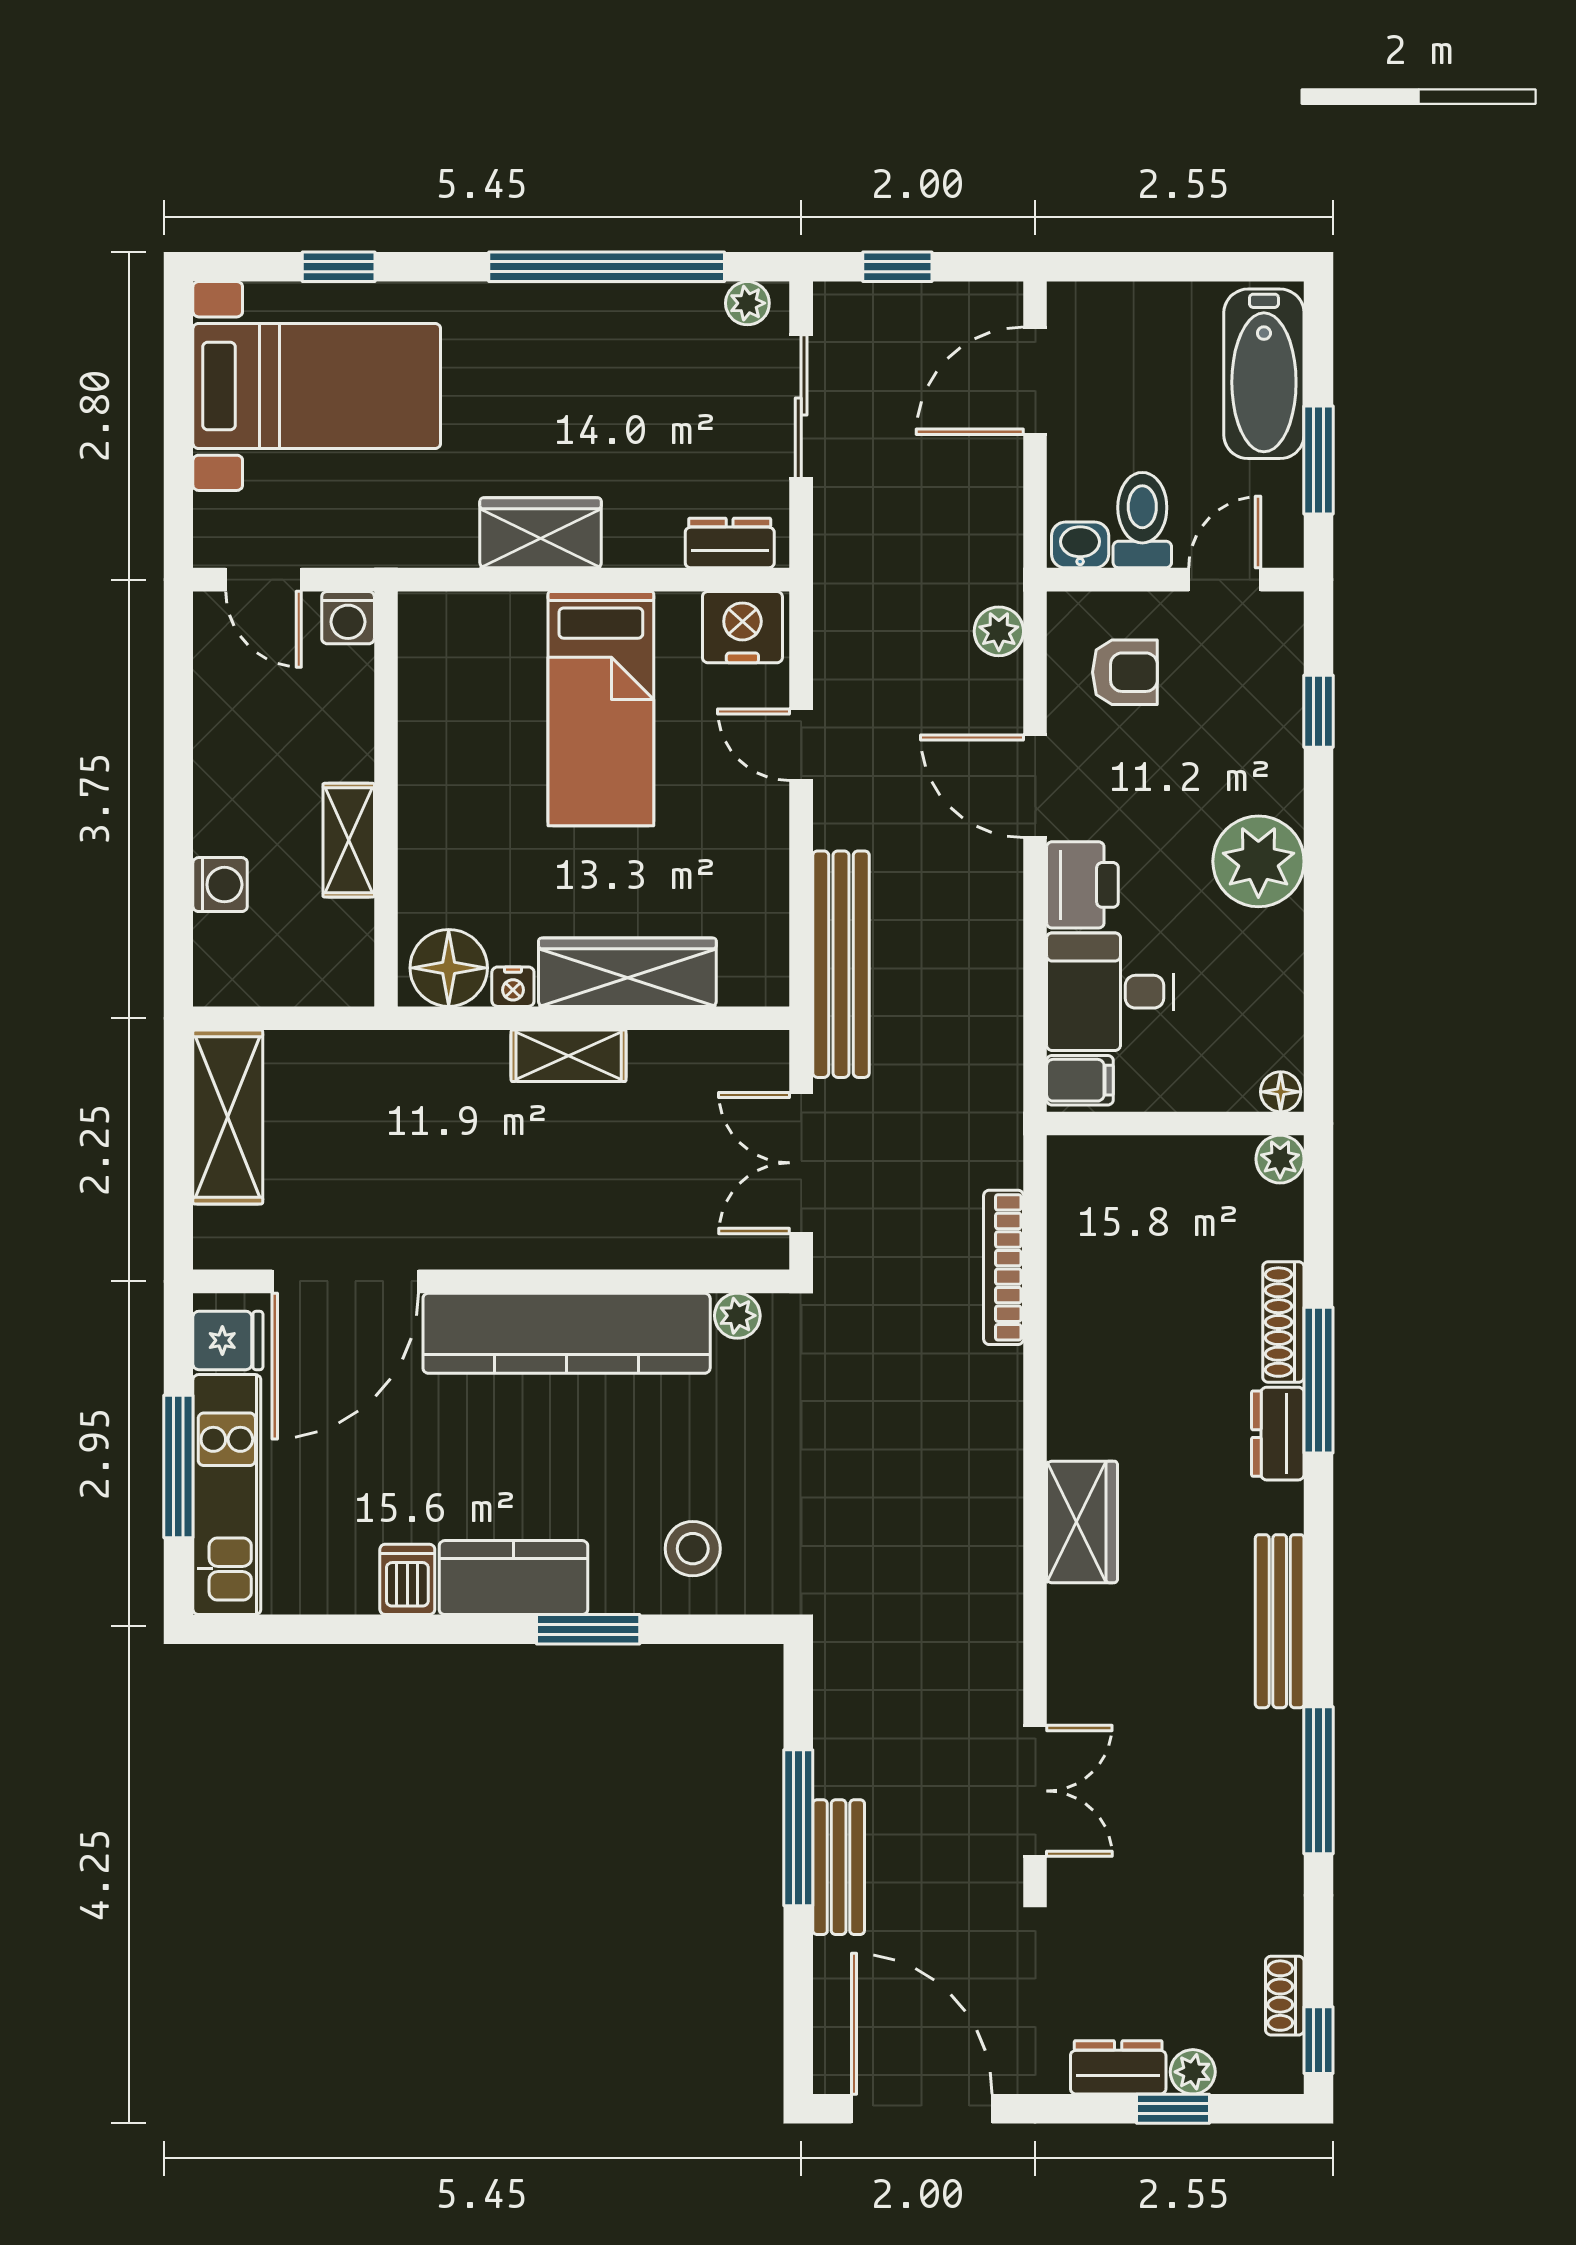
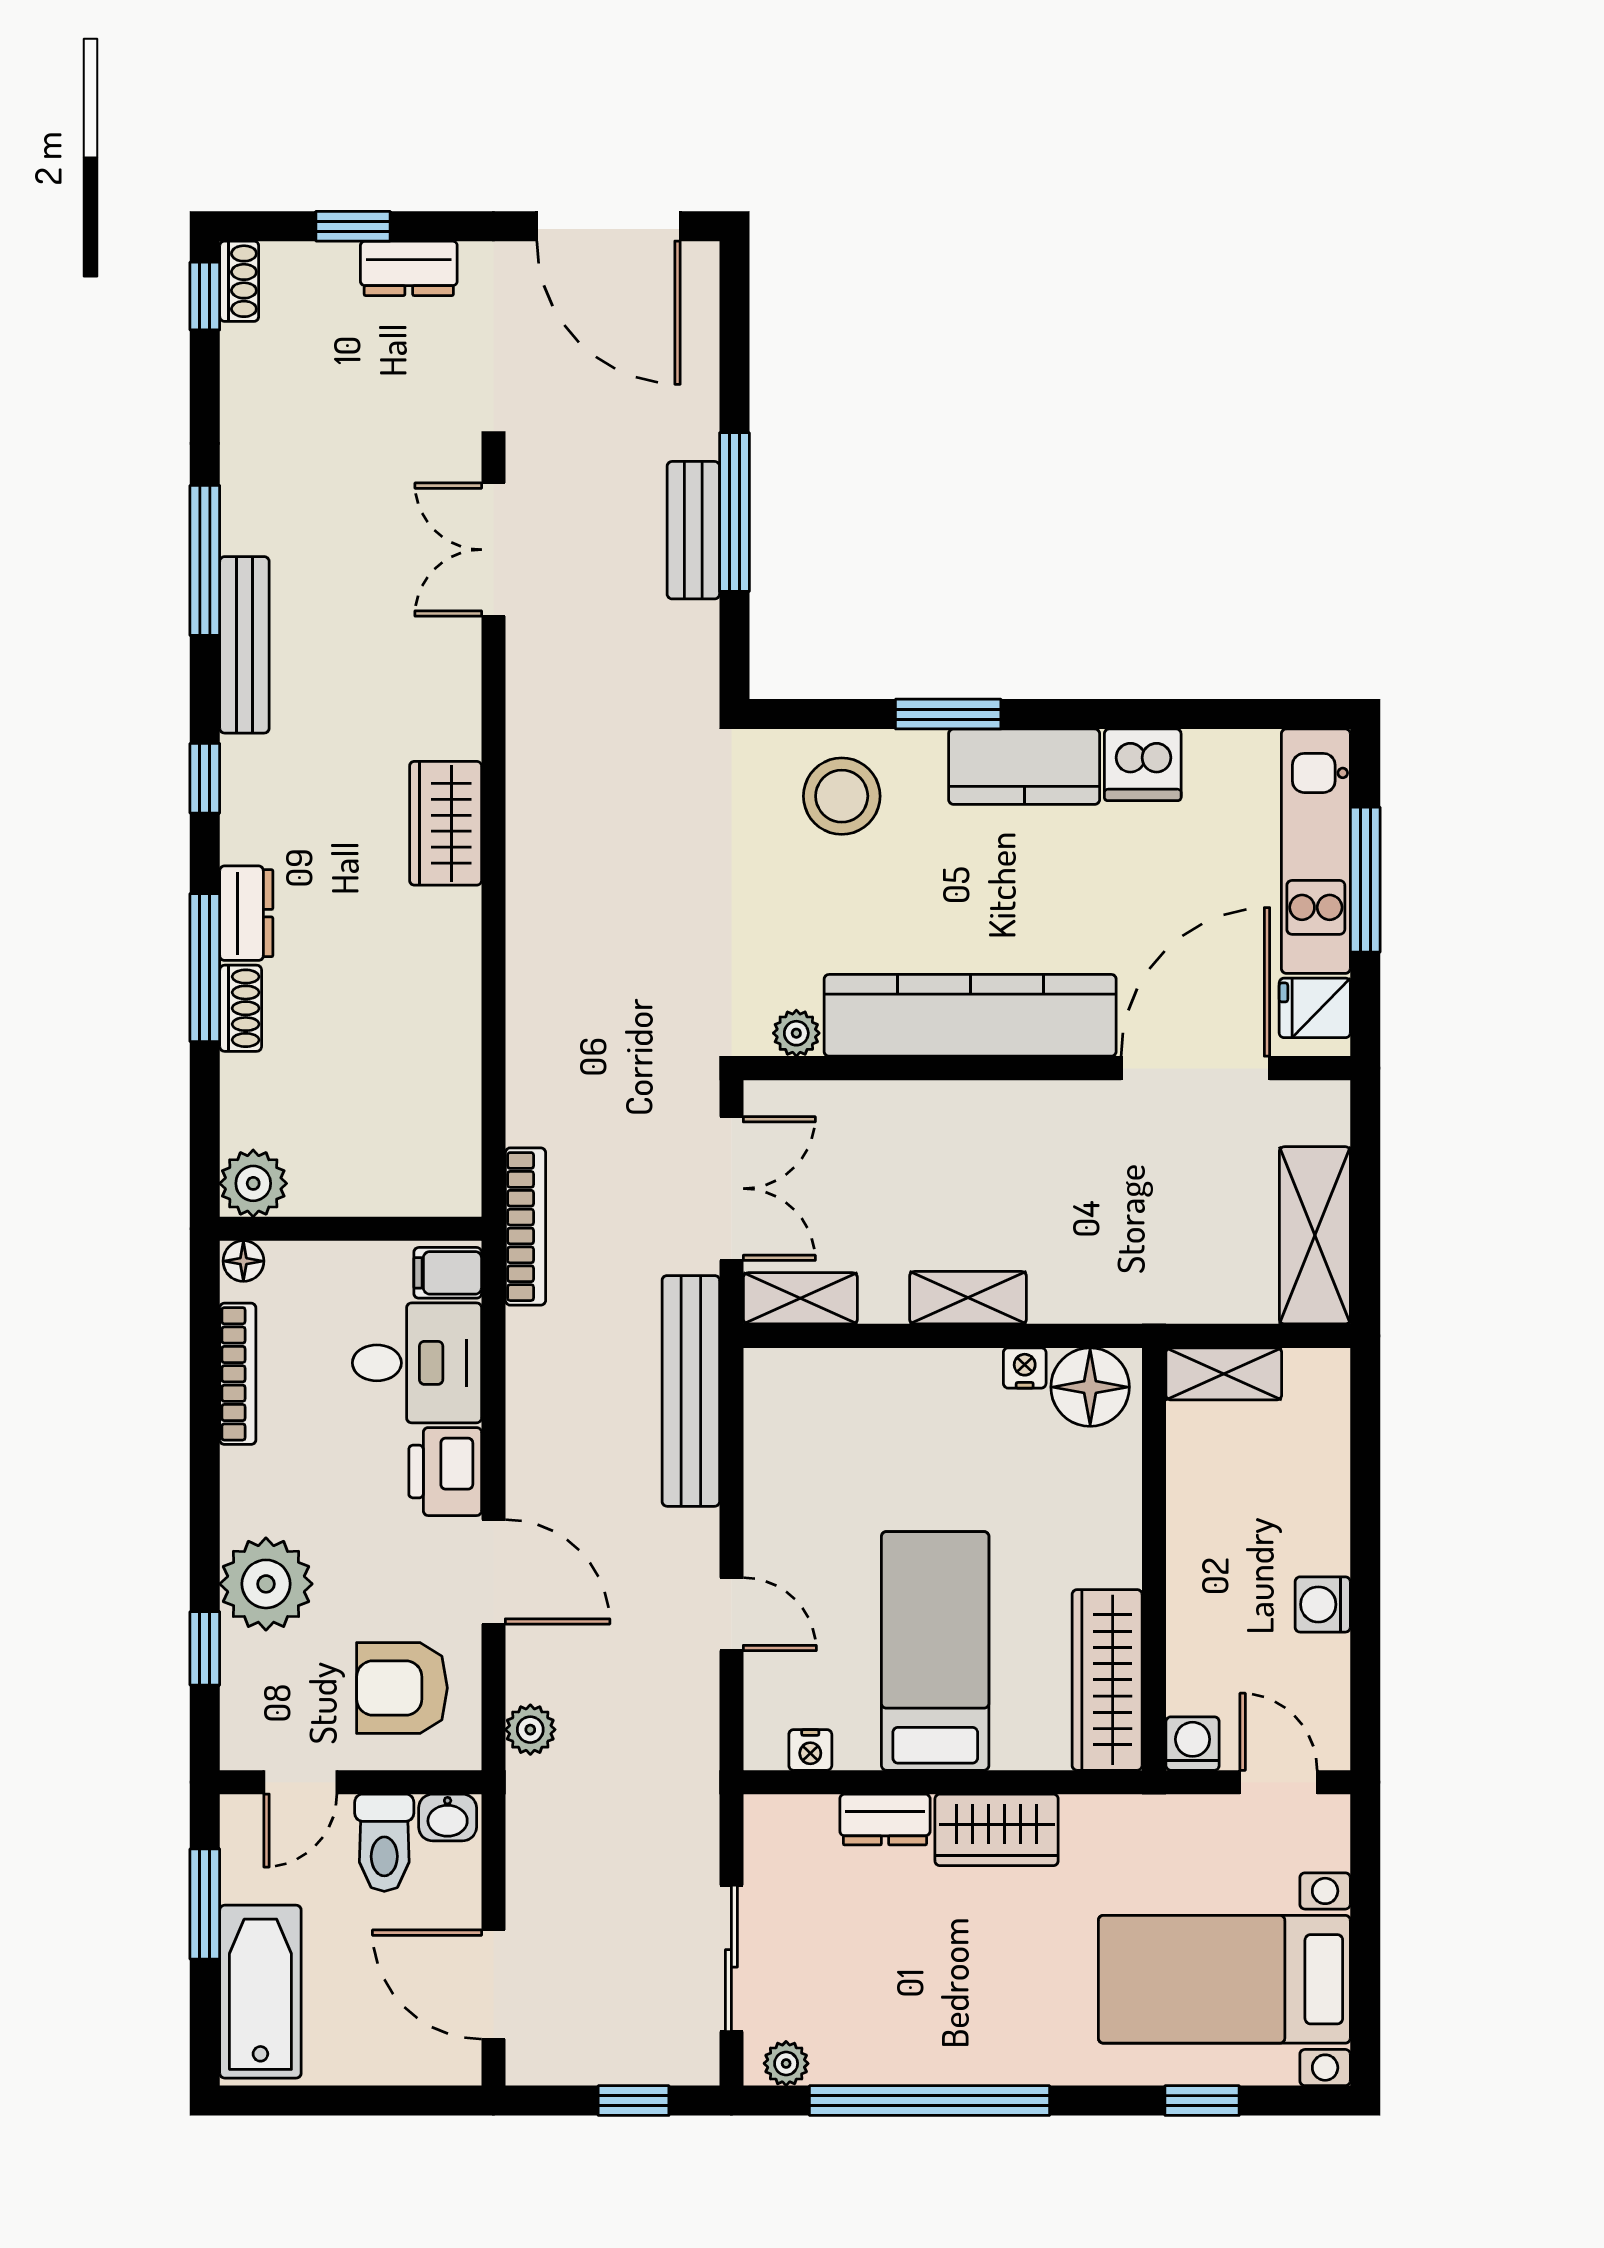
door: (1035, 381) -> (493, 1984), swing flipped
dresser: (730, 543) -> (885, 1819), moved
nightstand: (742, 627) -> (810, 1750), width x0.53, depth x0.56
armchair: (1125, 672) -> (402, 1688), width x1.38, depth x1.38
shelving: (349, 840) -> (1224, 1374), moved, turned 90
plant: (1258, 861) -> (266, 1584), moved
washing machine: (220, 885) -> (1323, 1604), moved
wardrobe: (627, 972) -> (1107, 1680), moved, turned 90
bookcase: (1286, 981) -> (238, 1374), added
shelving: (733, 1055) -> (800, 1298), added
plant: (1280, 1159) -> (253, 1183), width x1.38, depth x1.38
bookcase: (1004, 1267) -> (525, 1227), moved
shoe rack: (1283, 1322) -> (241, 1008), width x0.70
stool: (693, 1549) -> (842, 796), width x1.38, depth x1.38
window: (1319, 1566) -> (205, 778), added
dishwasher: (407, 1579) -> (1143, 765), width x1.38
bench: (1280, 1621) -> (244, 645), moved
bench: (839, 1867) -> (693, 530), moved
shoe rack: (1285, 1996) -> (239, 281), moved
plant: (1193, 2072) -> (333, 264), removed

